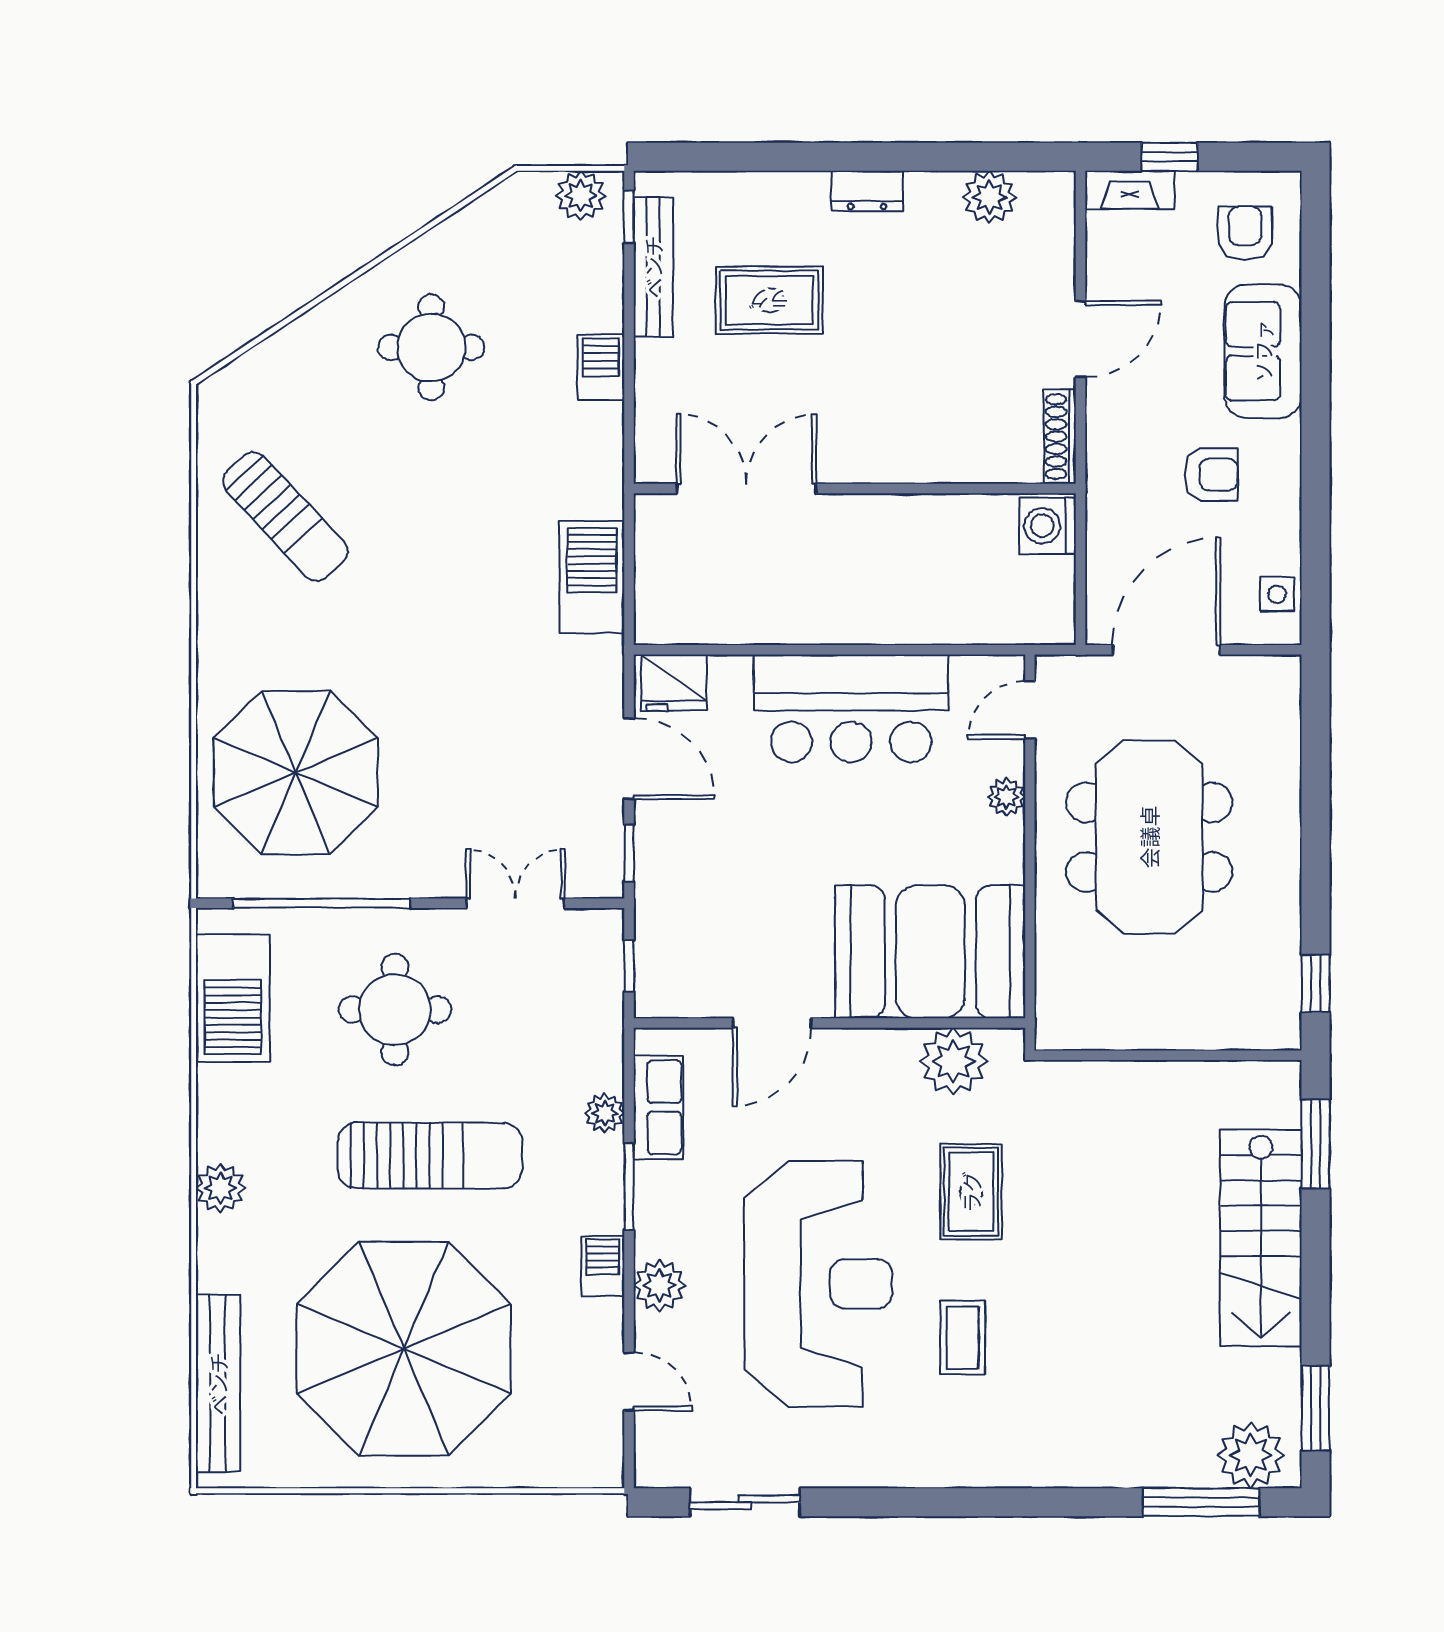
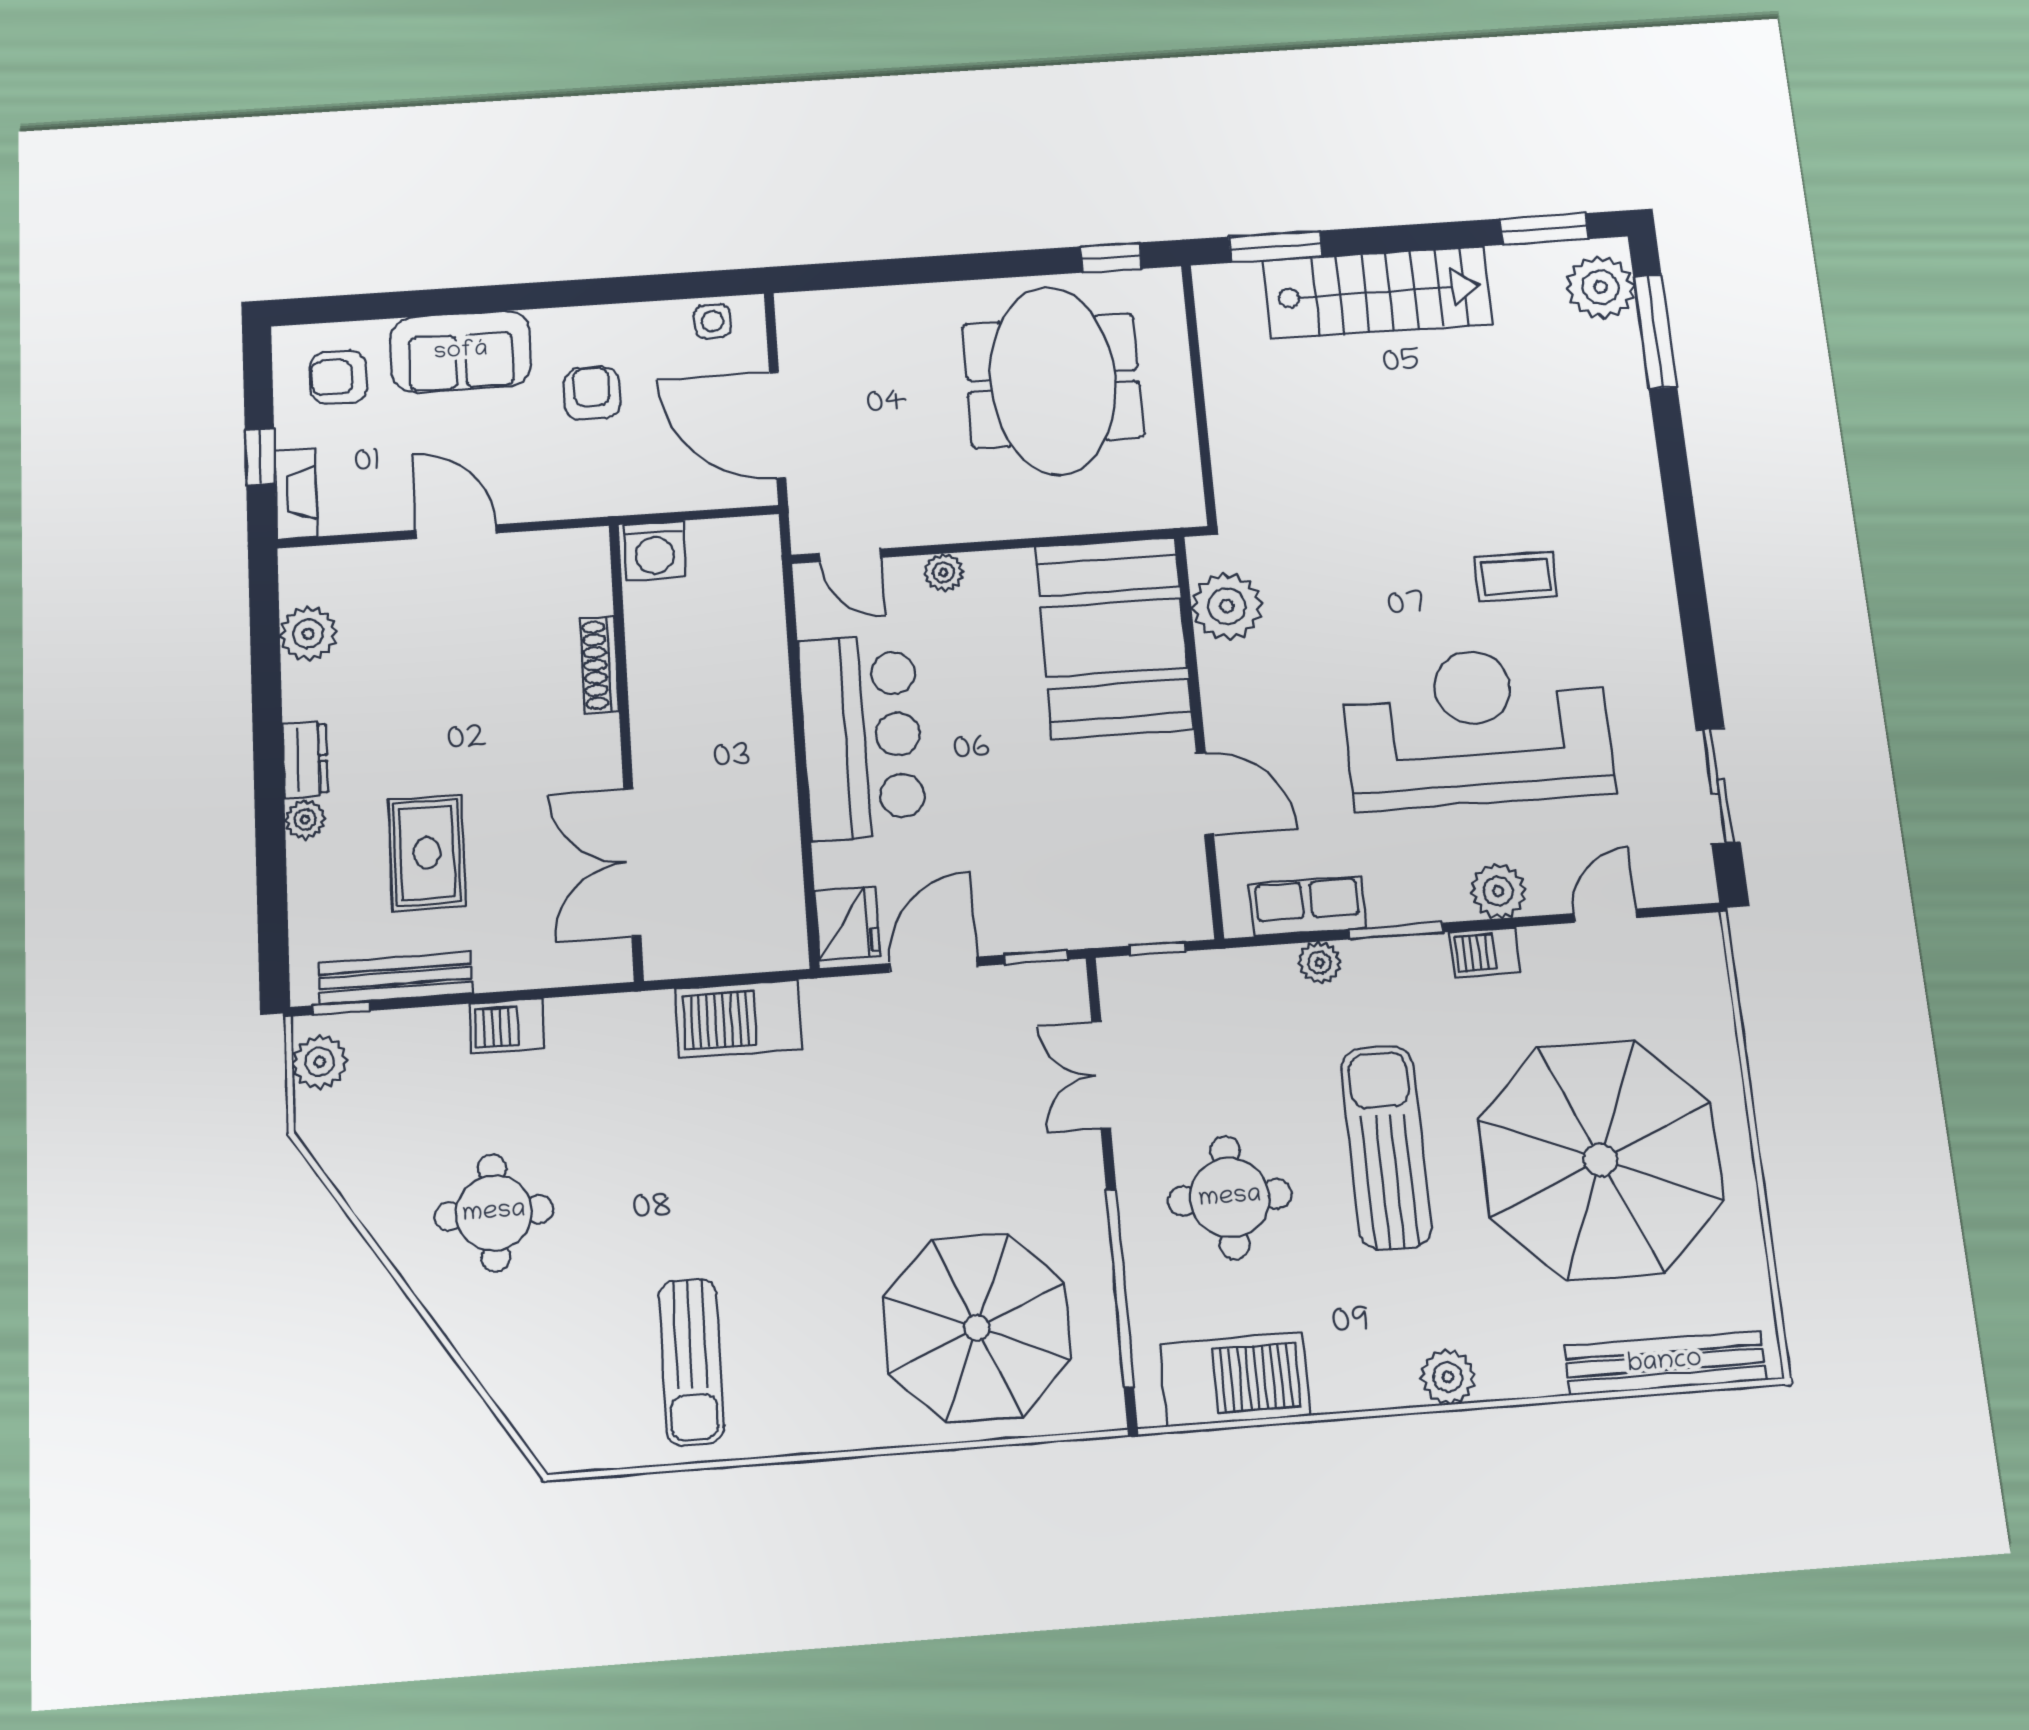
plant: (809, 189) -> (305, 820), added
shoe rack: (1060, 437) -> (599, 665), moved, turned 90
sun lounger: (285, 517) -> (691, 1362), turned 133
meeting table: (1149, 837) -> (1053, 381), moved, turned 90
rug: (971, 1192) -> (1362, 579), removed

